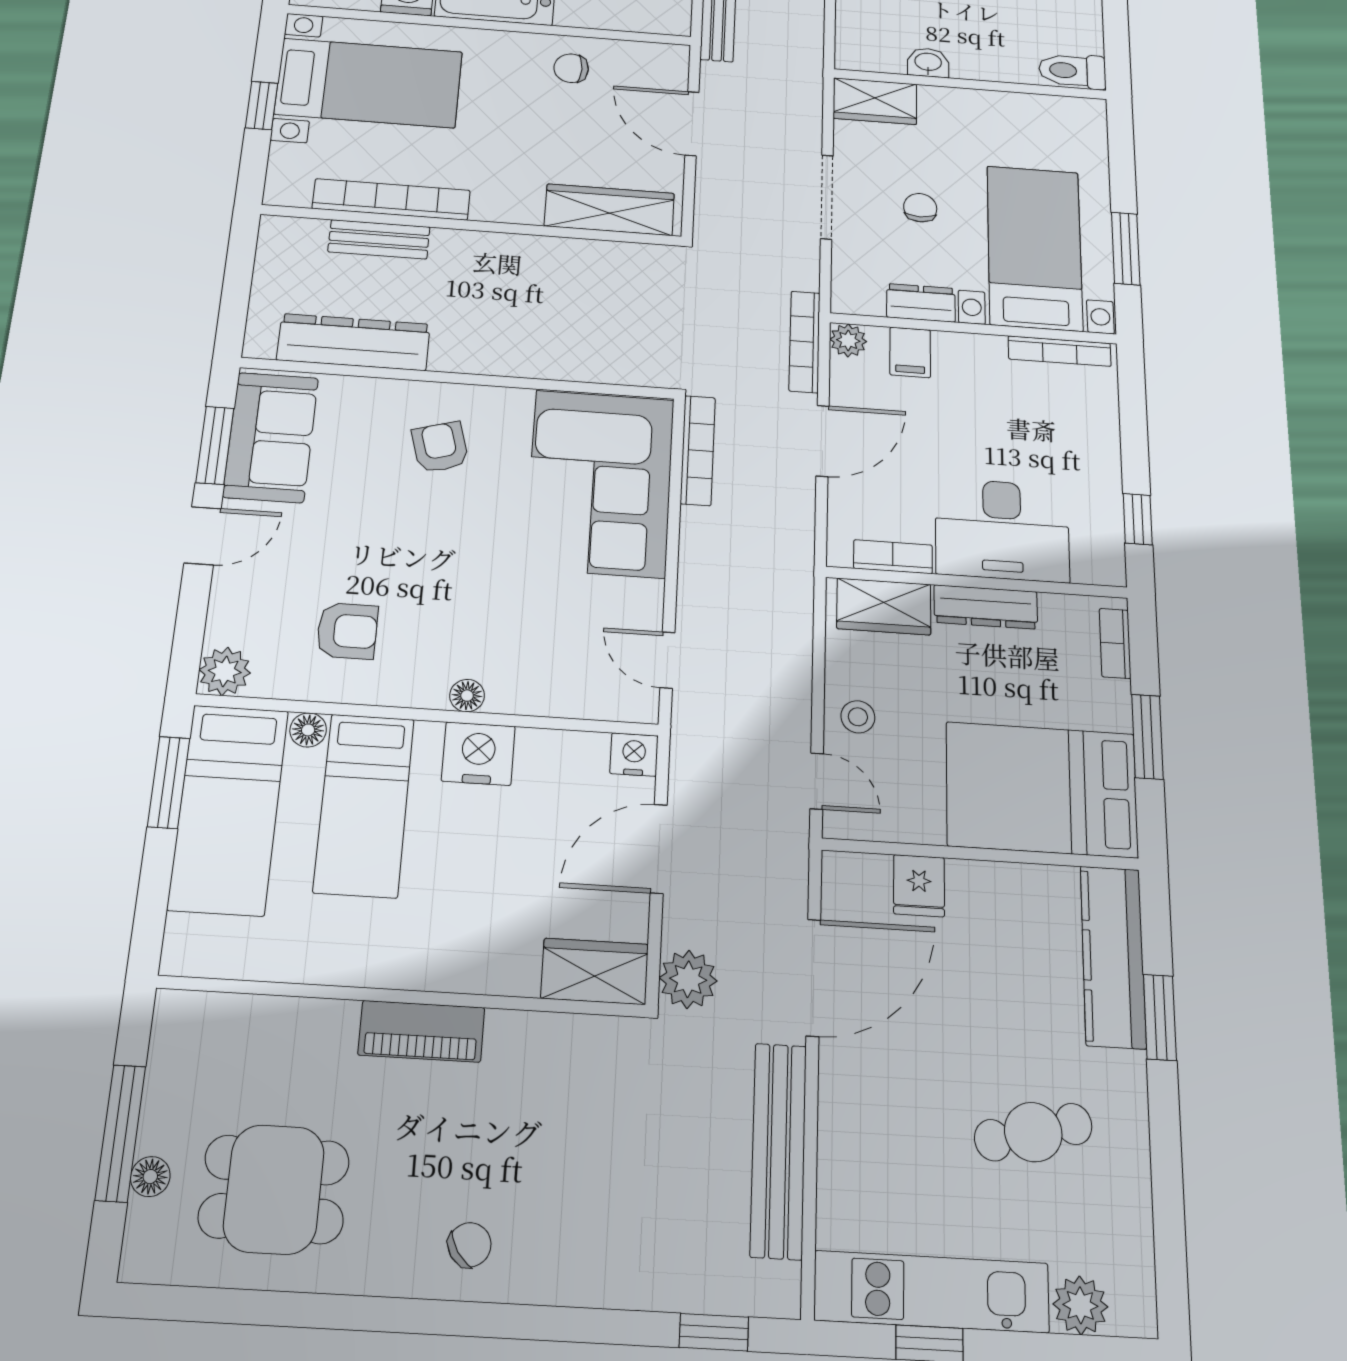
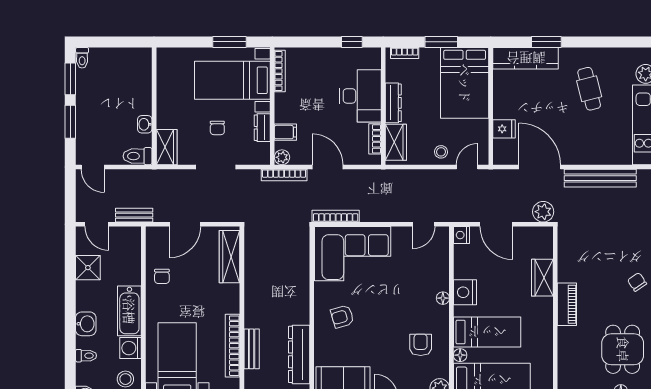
toilet: (1072, 71) -> (138, 156), moved, turned 90
chair: (920, 208) -> (217, 128), turned -90
wardrobe: (595, 971) -> (542, 278), moved

